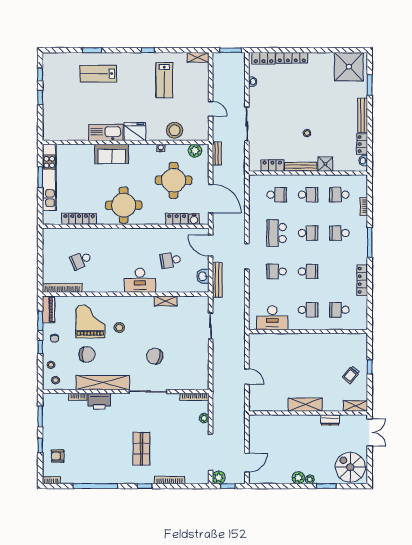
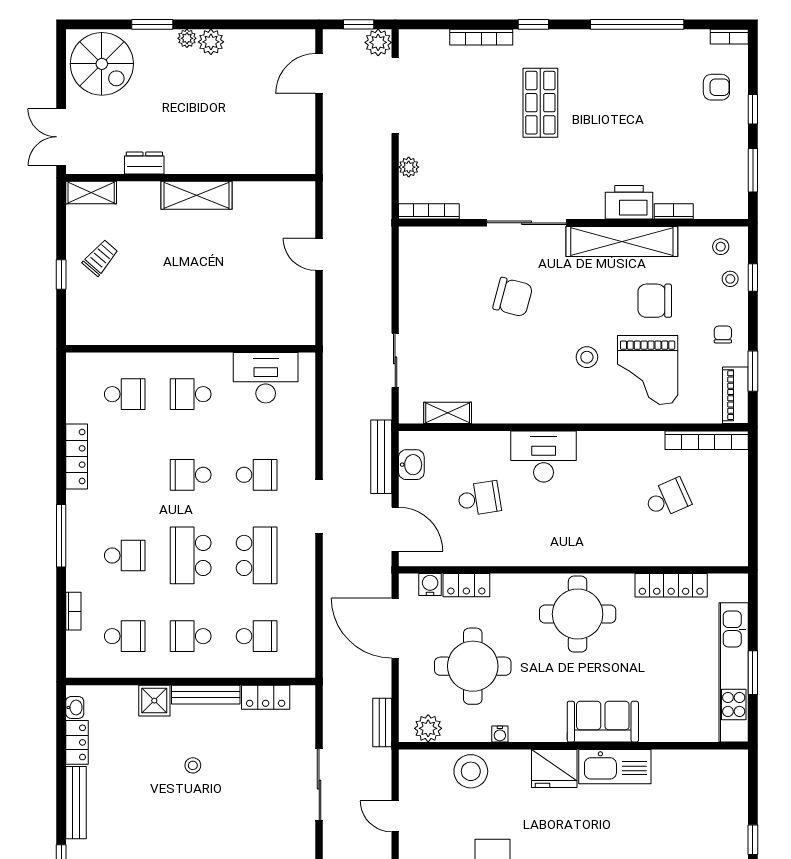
school desk: (277, 195) -> (257, 636), turned 180
school desk: (308, 233) -> (191, 555), width x1.85
shelving: (166, 301) -> (448, 413), moved
window: (40, 347) -> (753, 278), moved

